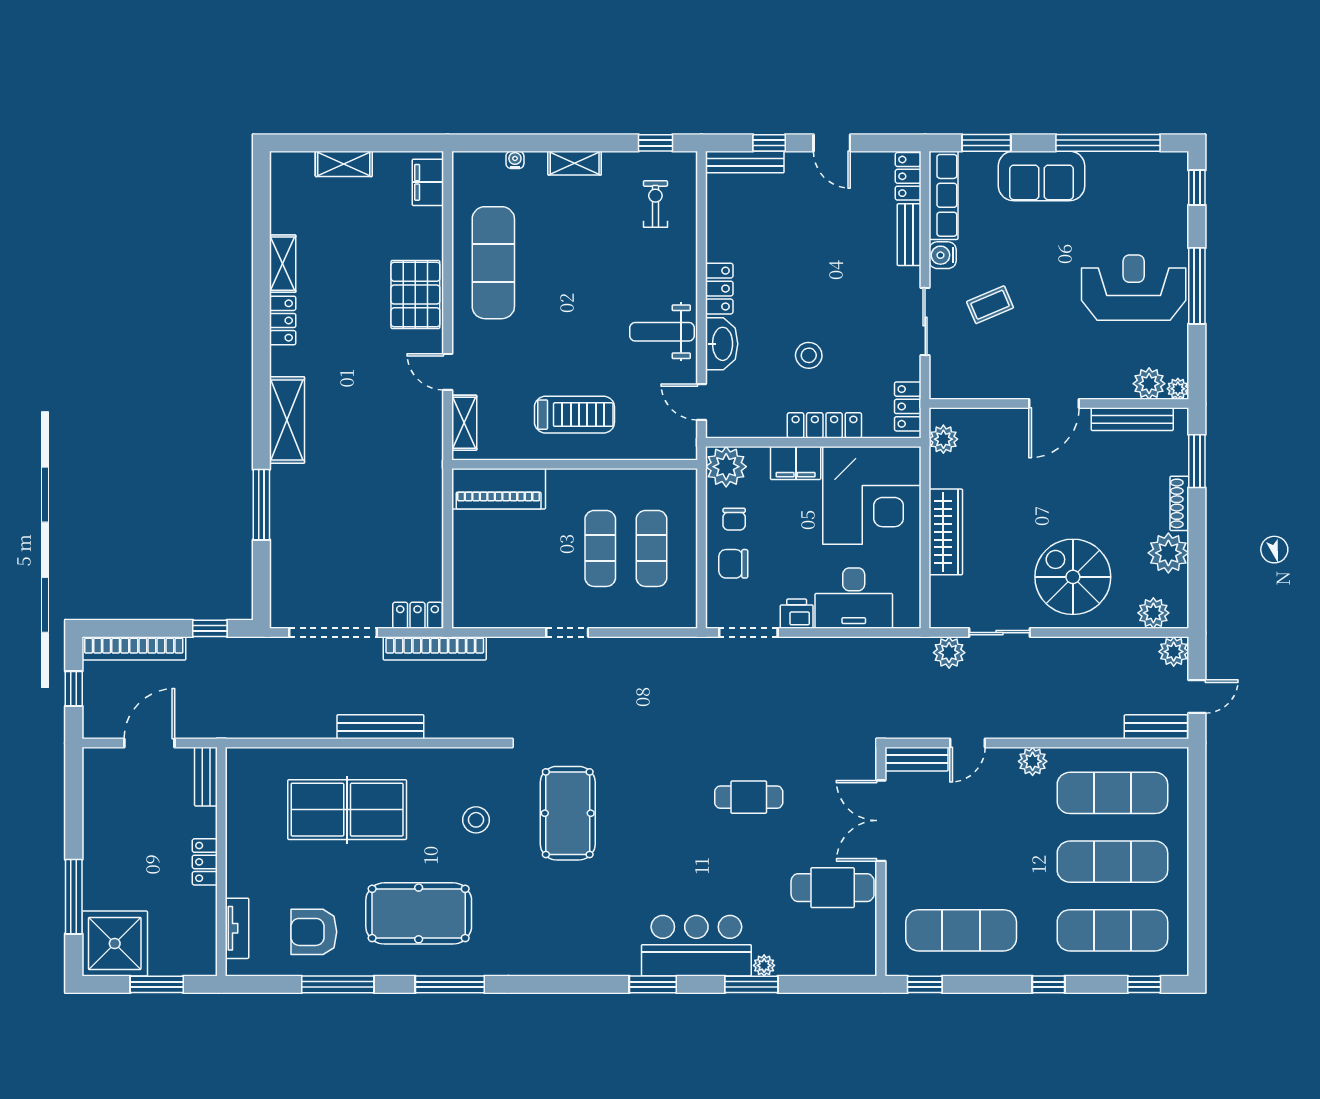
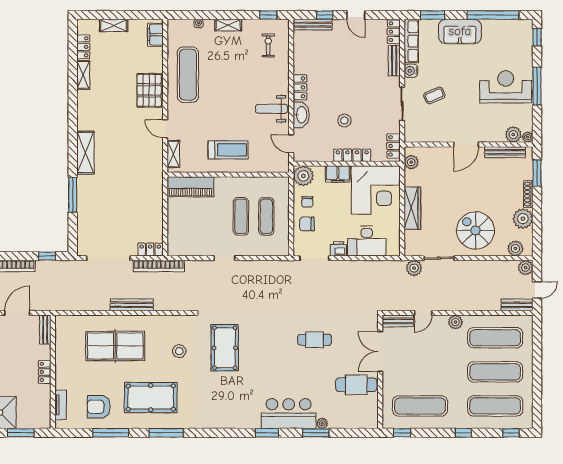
locker: (283, 321) -> (83, 47), moved

